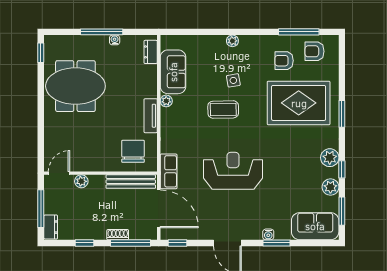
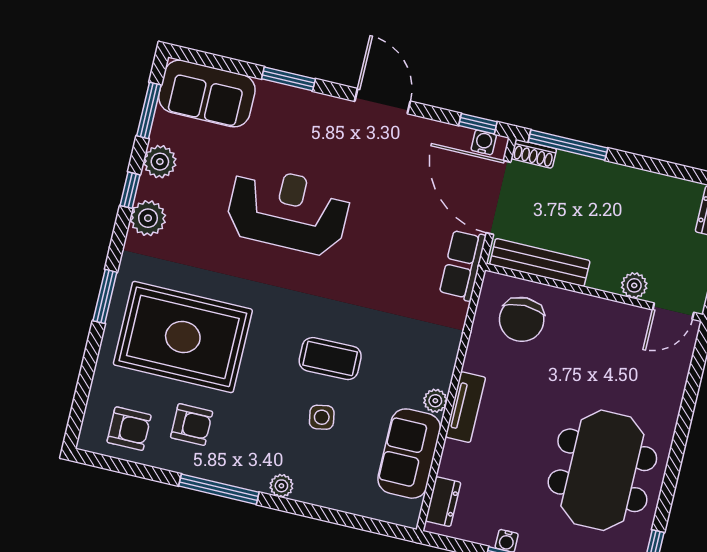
window: (299, 32) -> (219, 489), moved
side table: (233, 80) -> (322, 417), moved
meeting table: (75, 86) -> (602, 470), turned 90
tv unit: (151, 116) -> (465, 407), moved
reception desk: (233, 171) -> (288, 211), moved, turned 180
water cooler: (268, 234) -> (484, 142), moved
shoe rack: (118, 235) -> (534, 154), moved
window: (85, 243) -> (656, 166), removed

